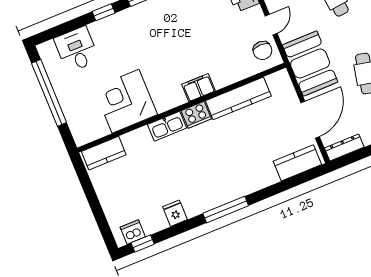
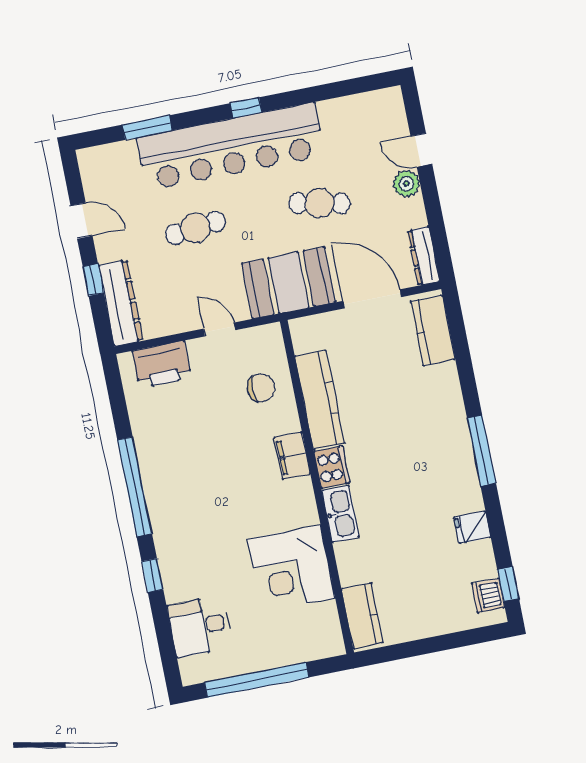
chair: (262, 50) -> (261, 388), moved

